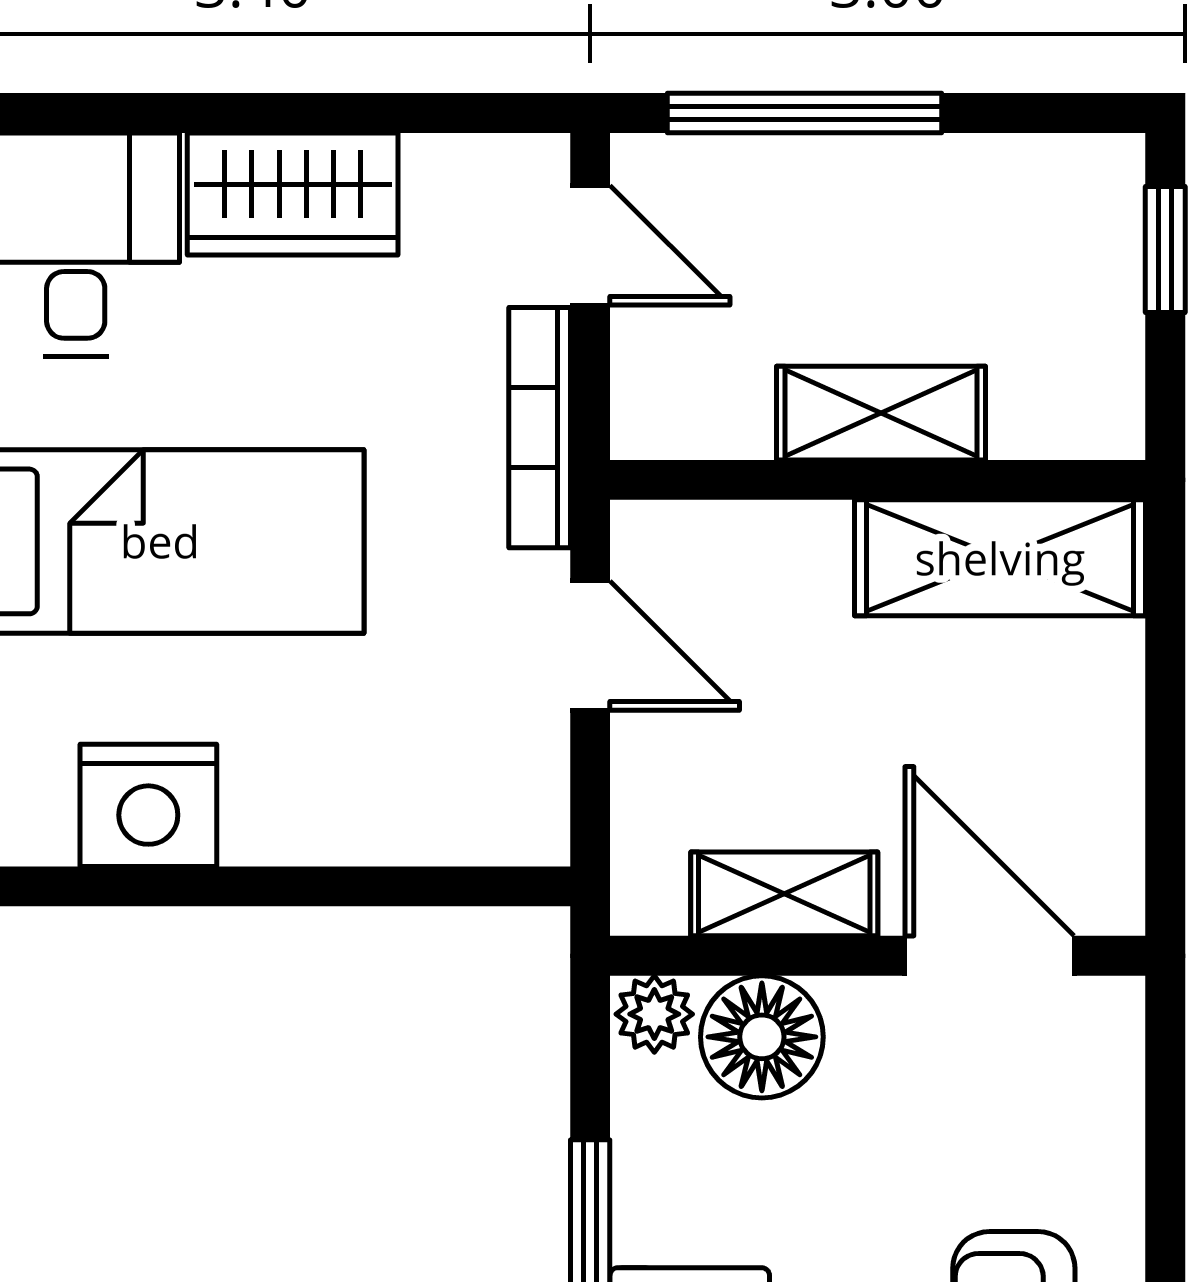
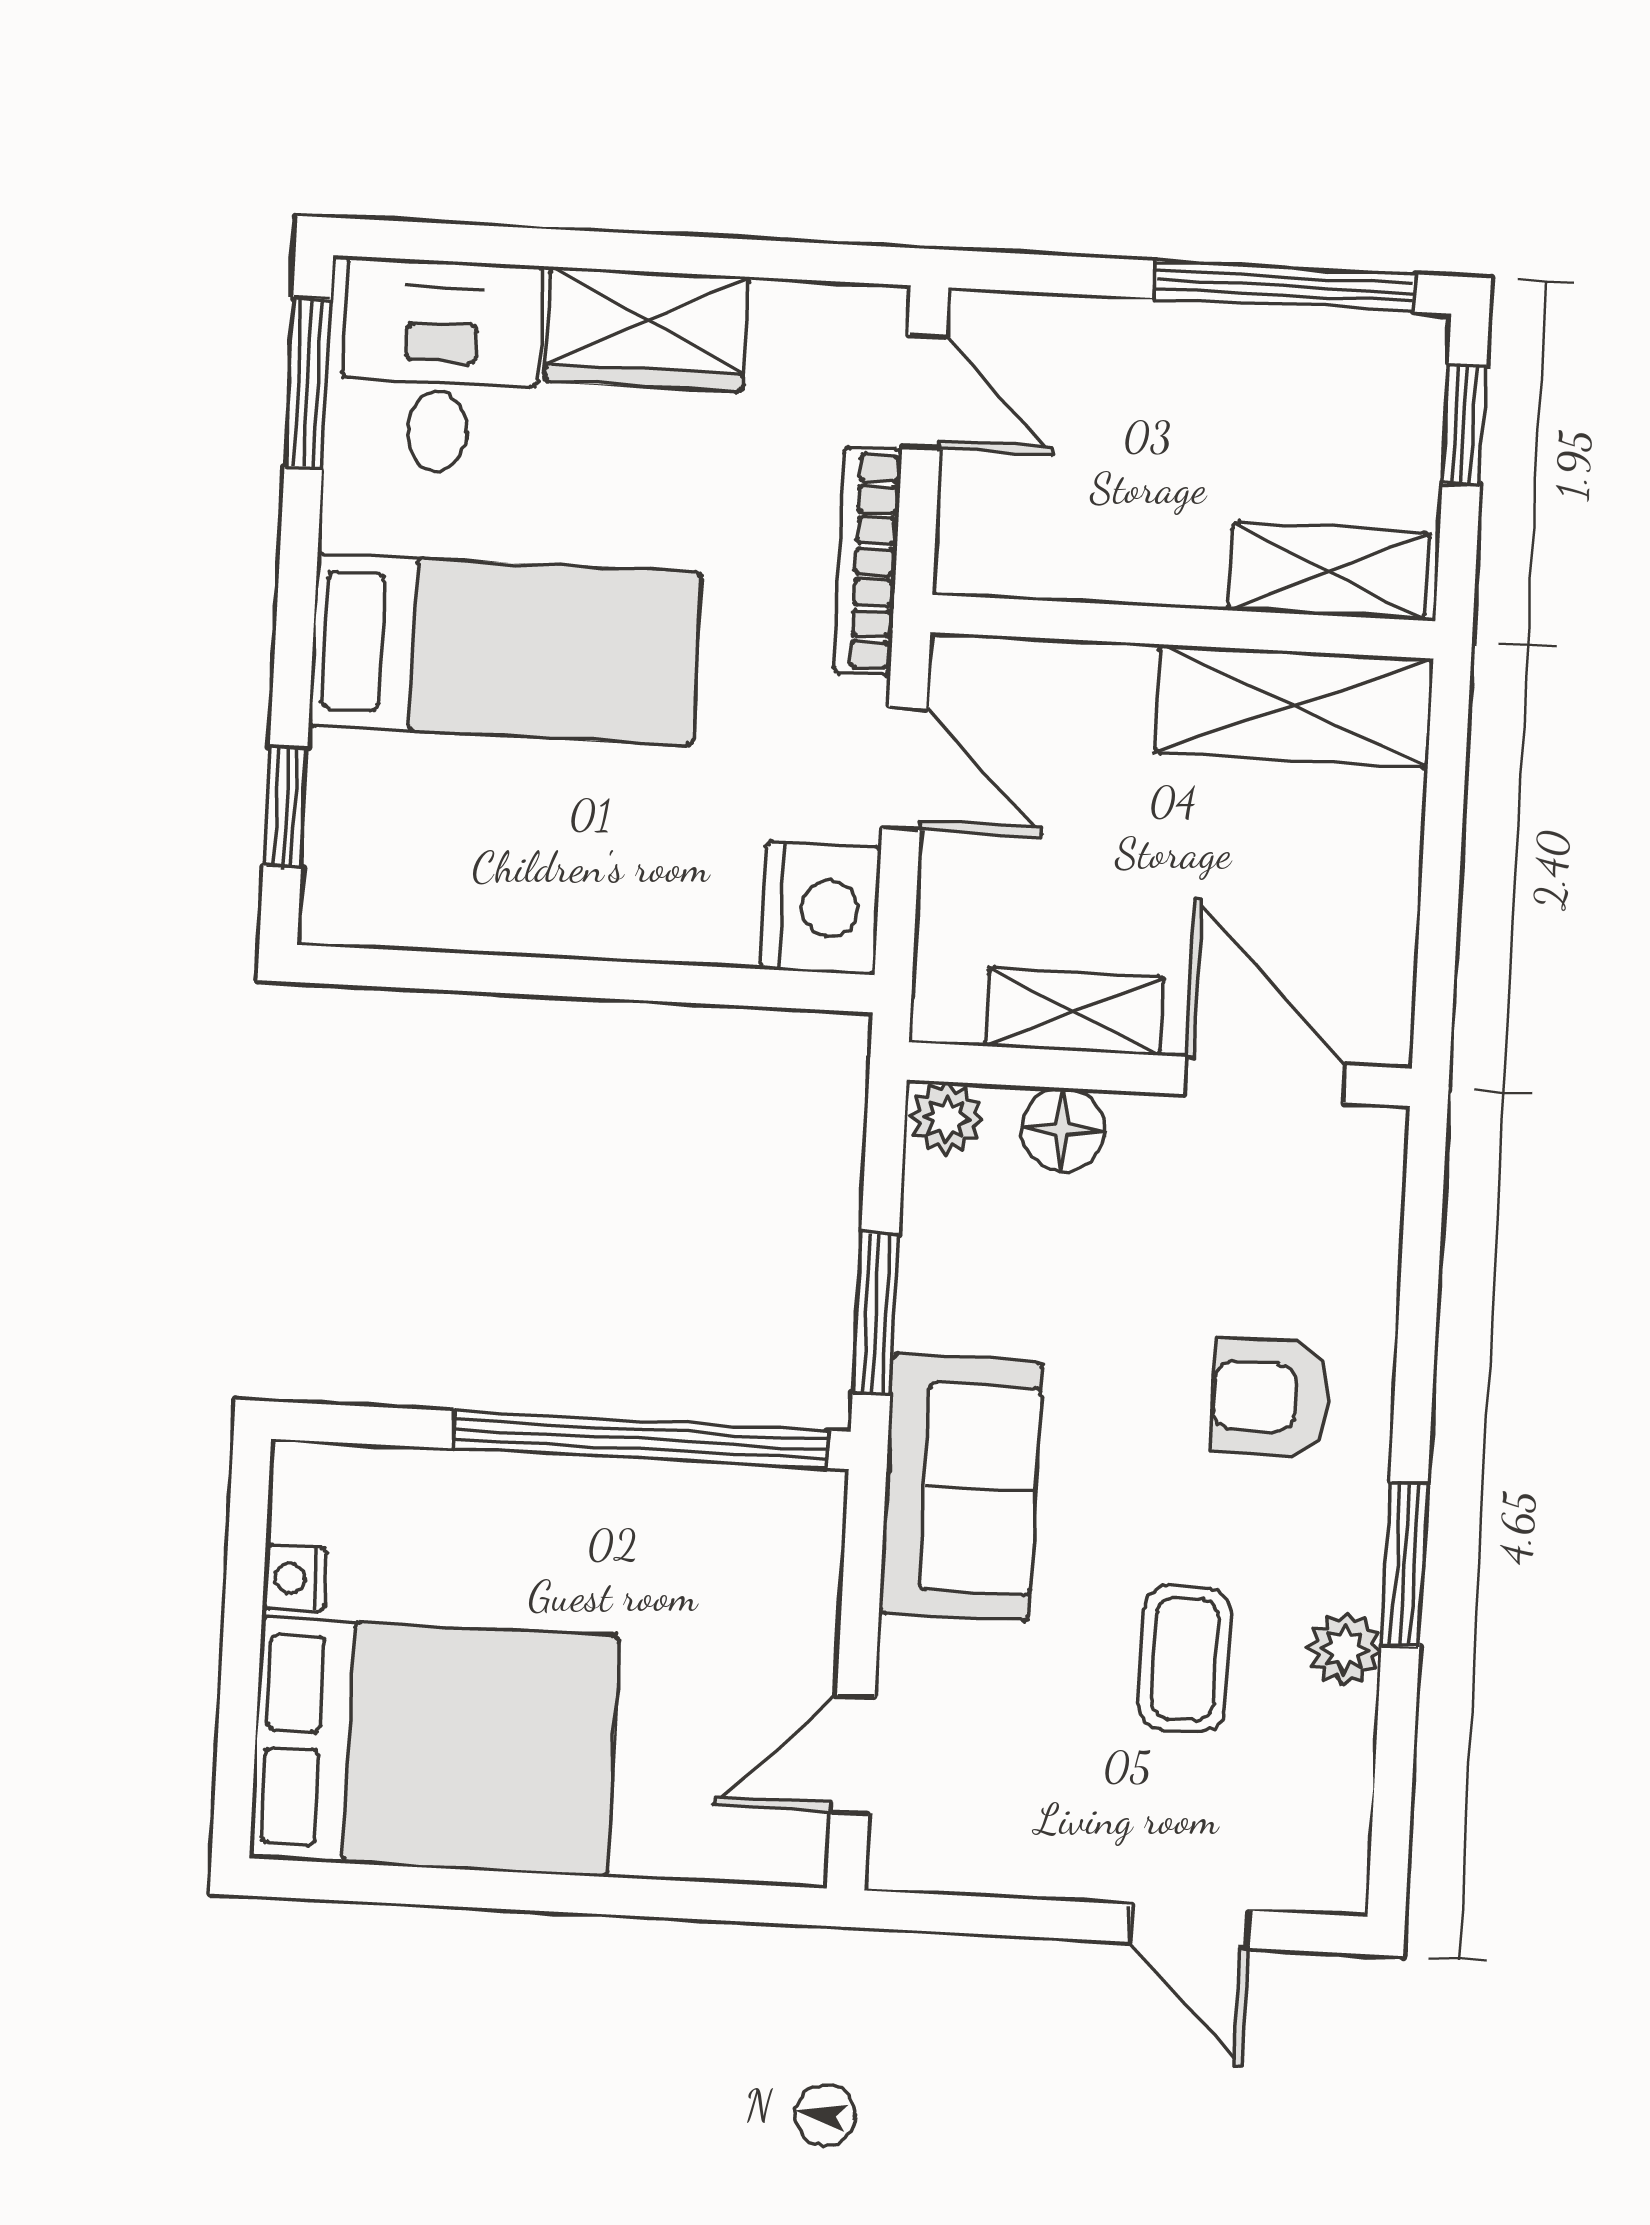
window: (805, 113) -> (1285, 286), moved
shelving: (881, 413) -> (1329, 571), moved
nightstand: (148, 805) -> (821, 908), moved, turned -90
floor lamp: (762, 1037) -> (1063, 1130), width x0.73, depth x0.73

